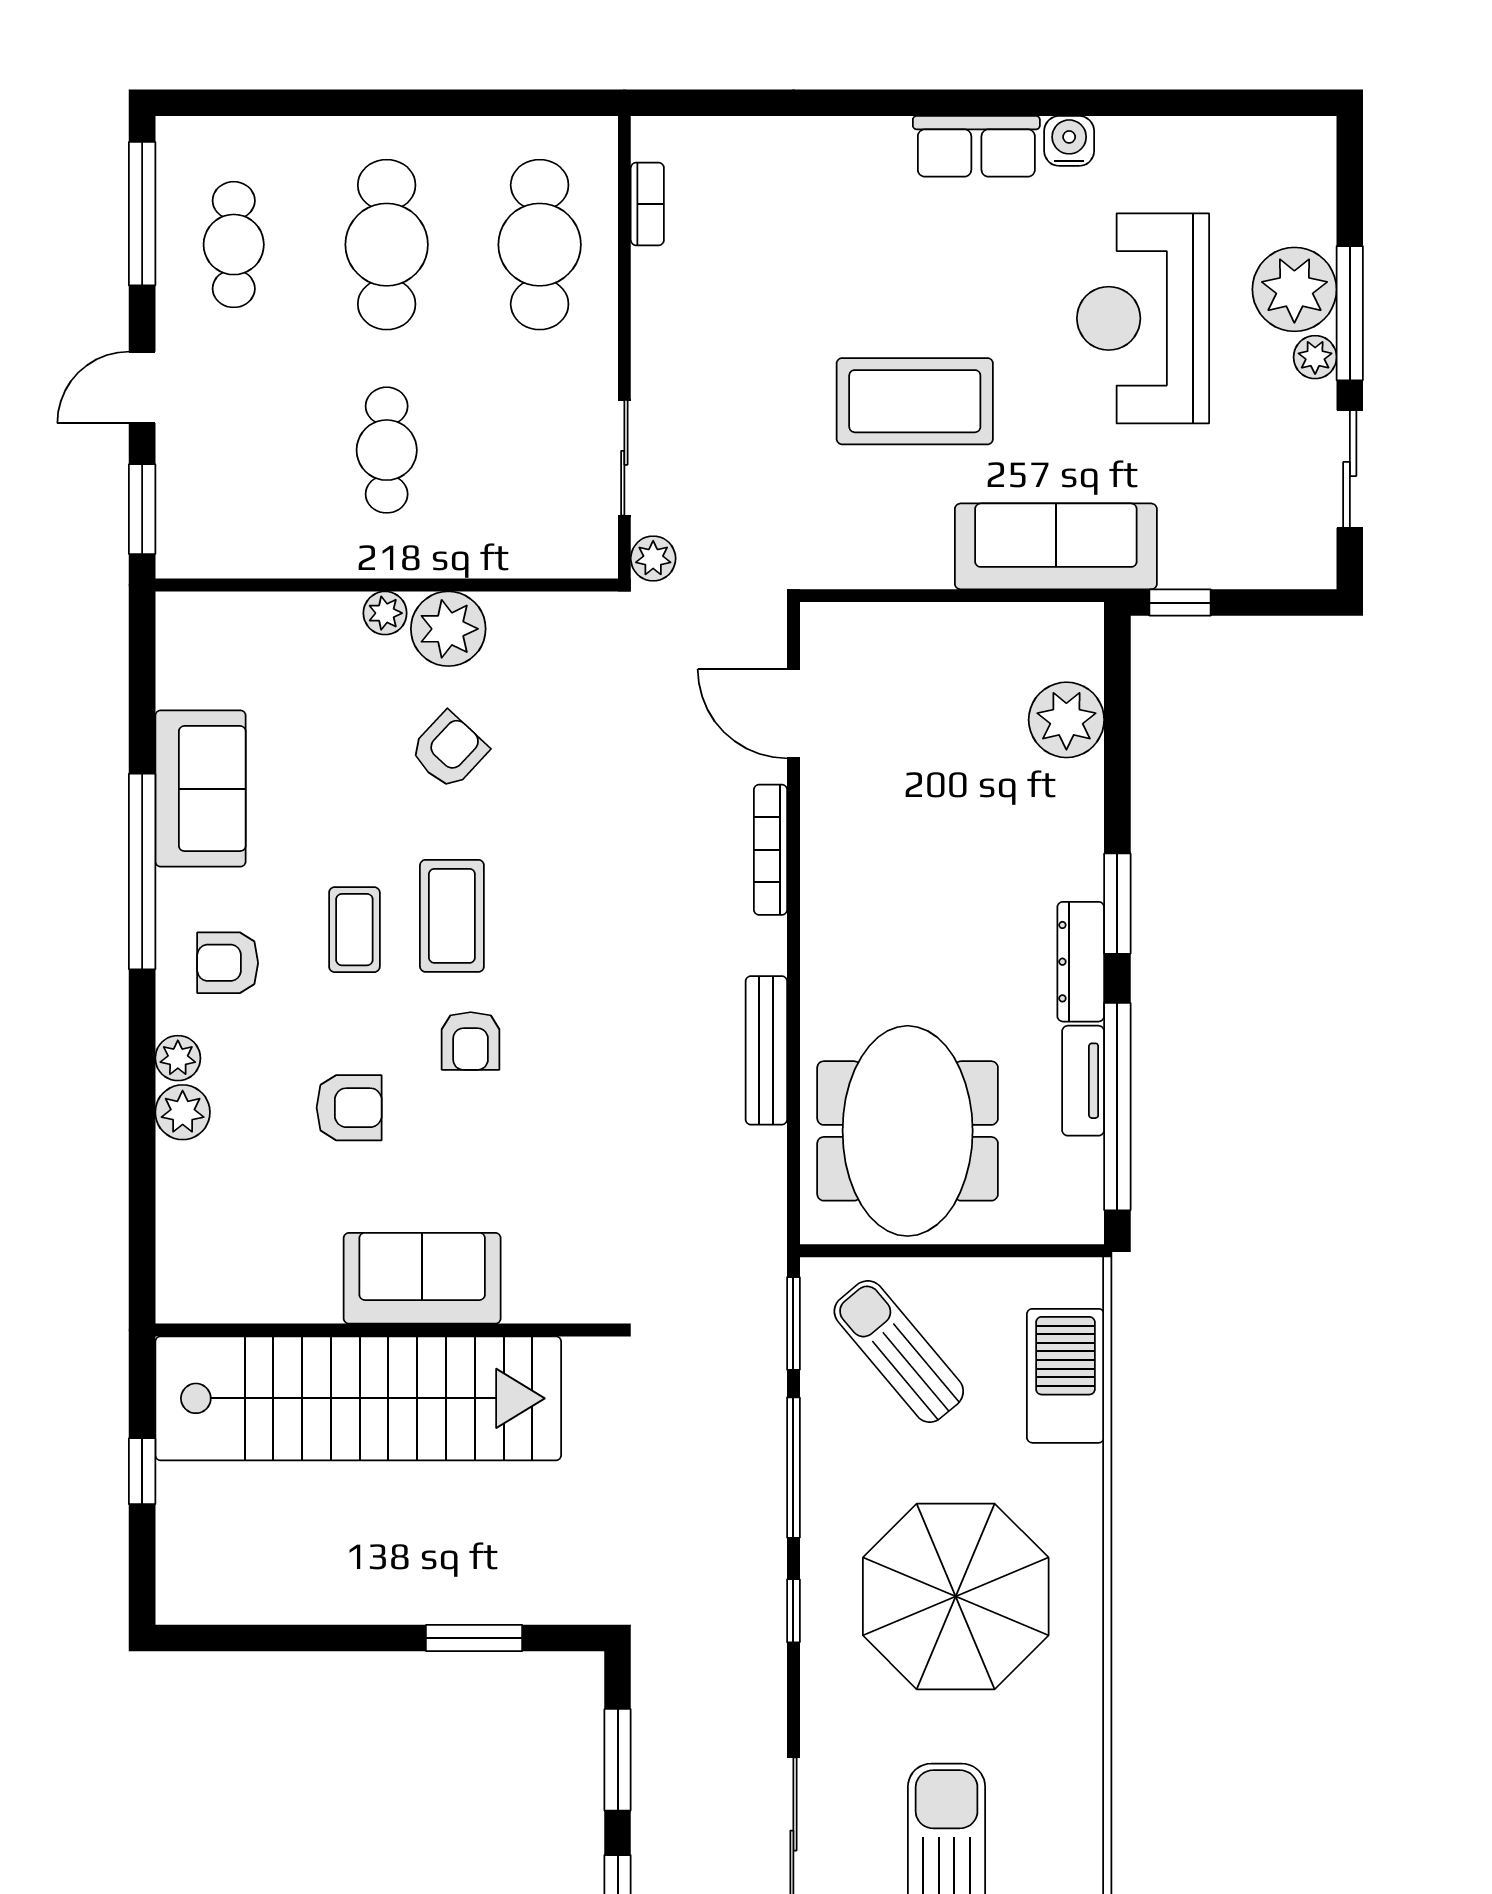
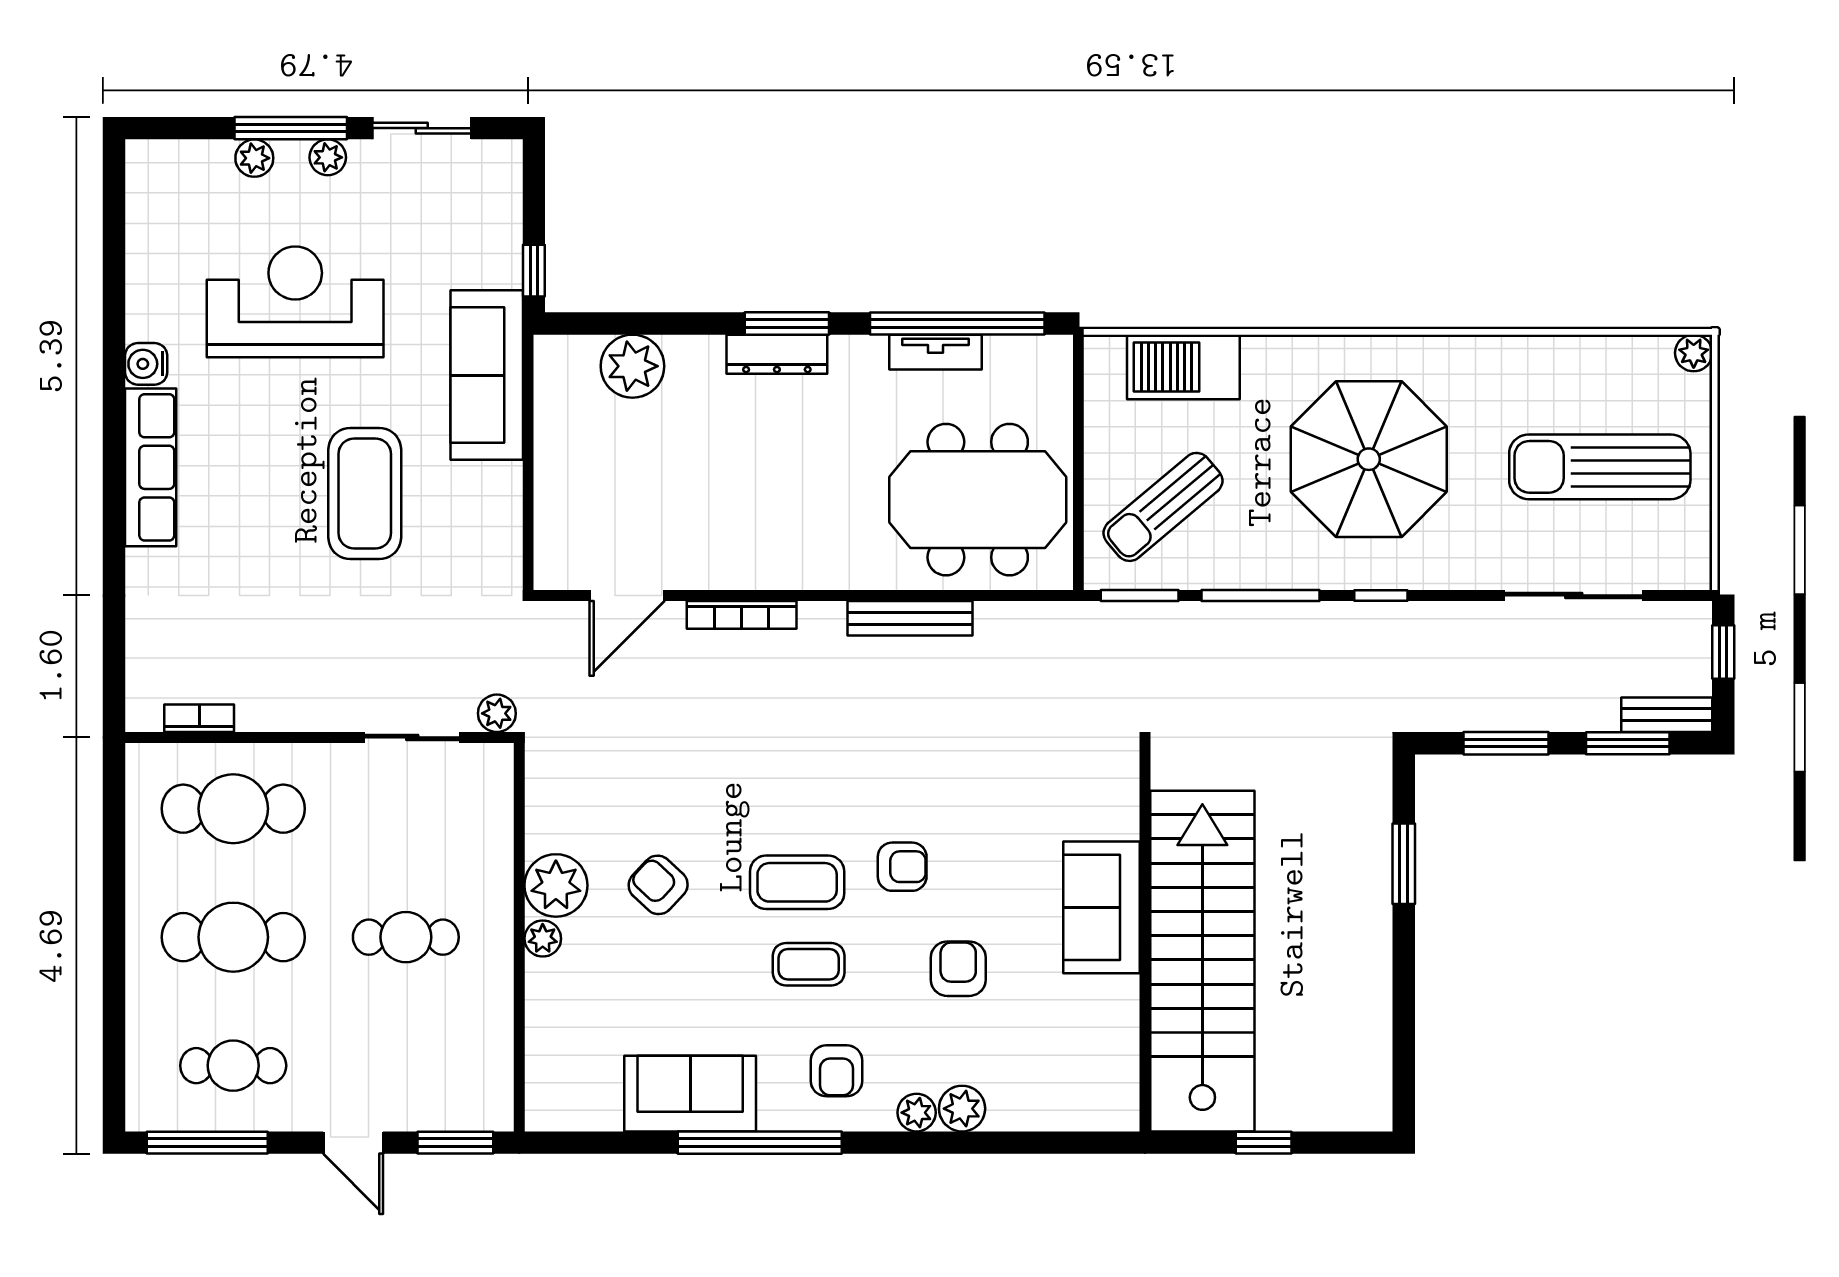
row of seats: (976, 146) -> (151, 467), width x1.48
plant: (1294, 289) -> (254, 158), width x0.53, depth x0.53
reception desk: (1143, 318) -> (295, 302), turned 180
dresser: (1081, 962) -> (777, 354), moved

